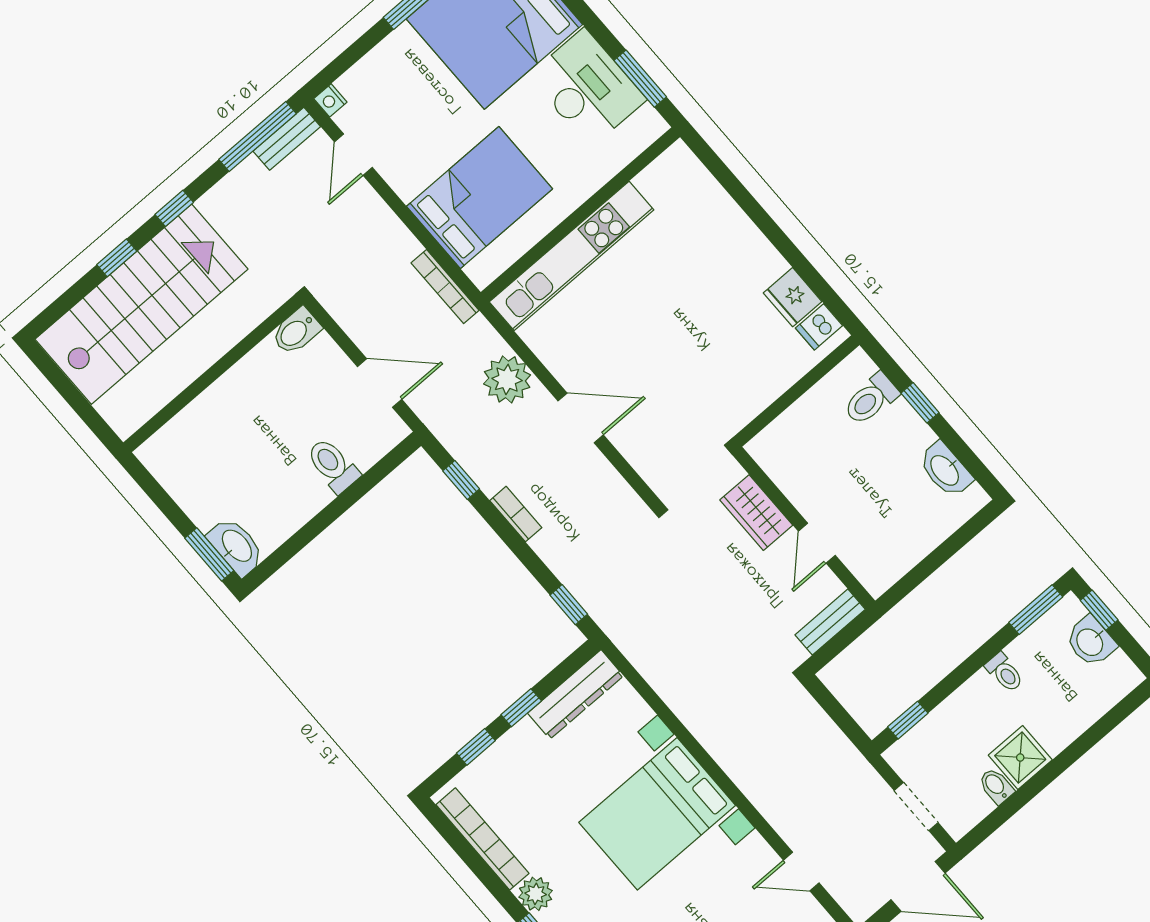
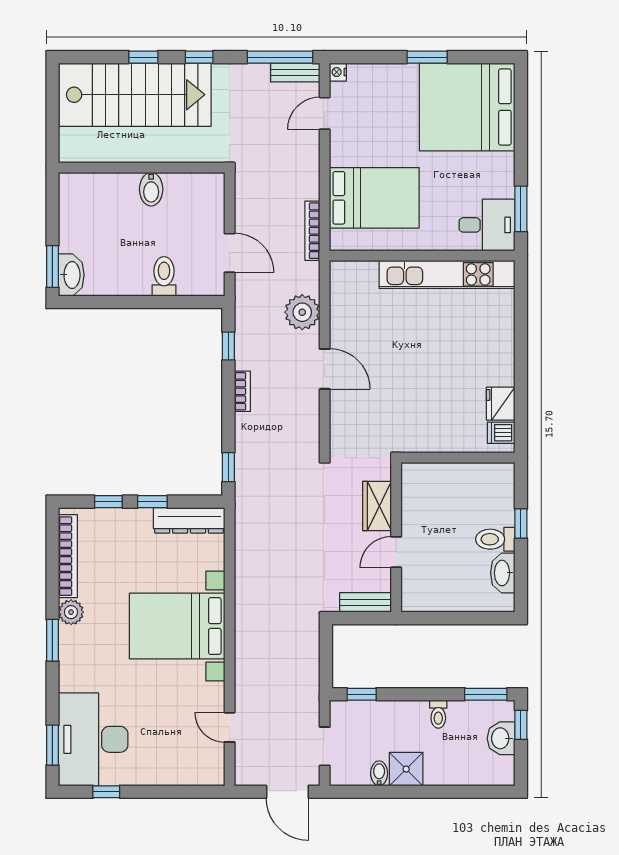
desk: (587, 88) -> (487, 225), moved, width x0.73
kitchen unit: (572, 256) -> (447, 274), moved
bidet: (296, 331) -> (151, 189), moved, turned -90
toilet: (871, 399) -> (495, 539), moved

